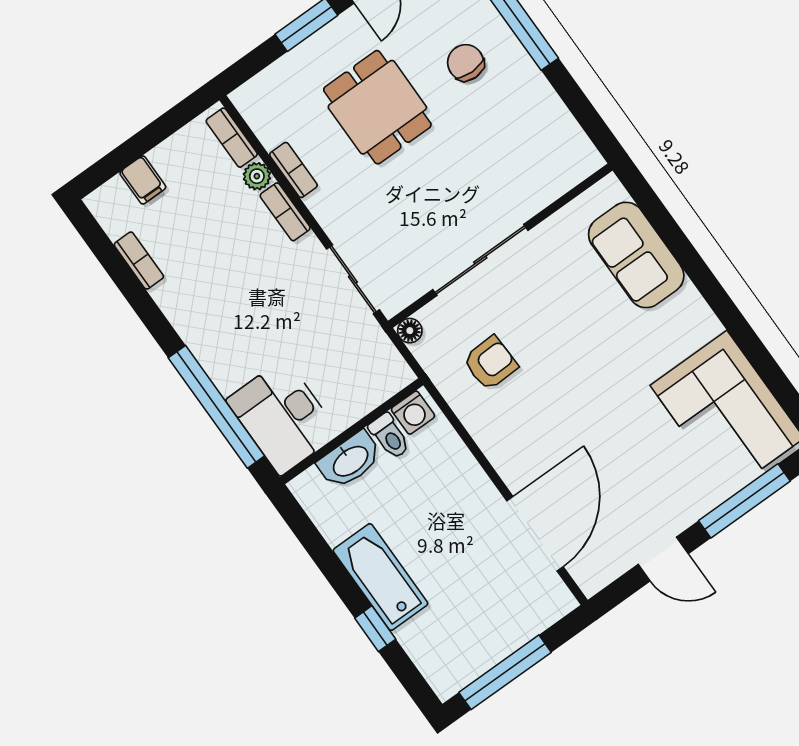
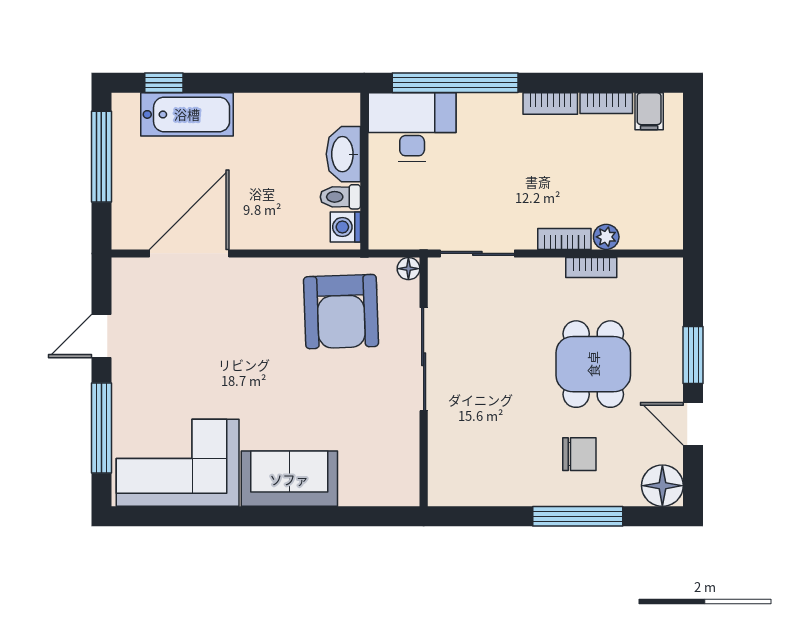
dining table: (377, 107) -> (593, 364), turned 90
bookcase: (232, 138) -> (550, 104), moved, turned 180
filing cabinet: (143, 180) -> (649, 111), moved, turned -90
sofa: (636, 255) -> (289, 479), moved
armchair: (490, 363) -> (341, 312), width x1.88, depth x1.88
door: (535, 534) -> (189, 253), swing flipped
bathtub: (380, 577) -> (187, 114), moved
window: (375, 629) -> (164, 83), moved

